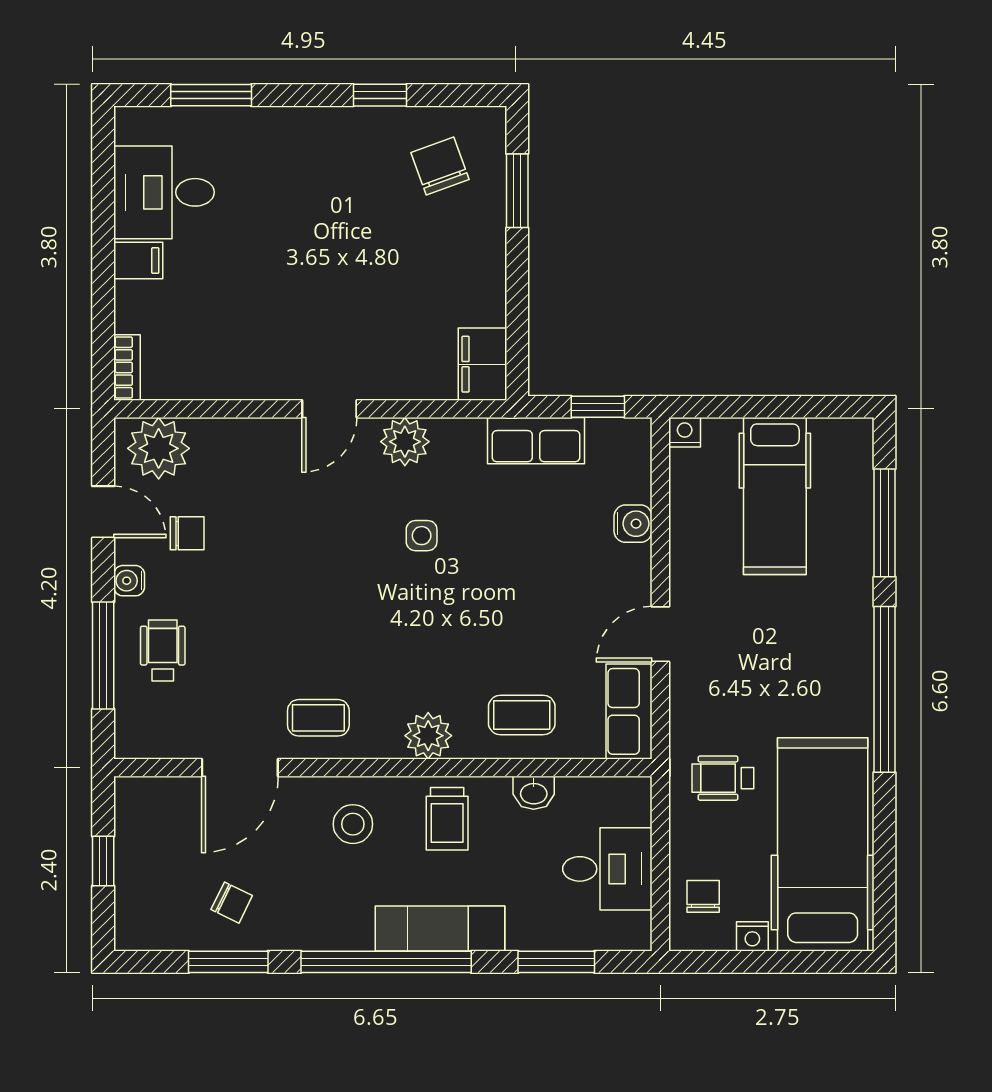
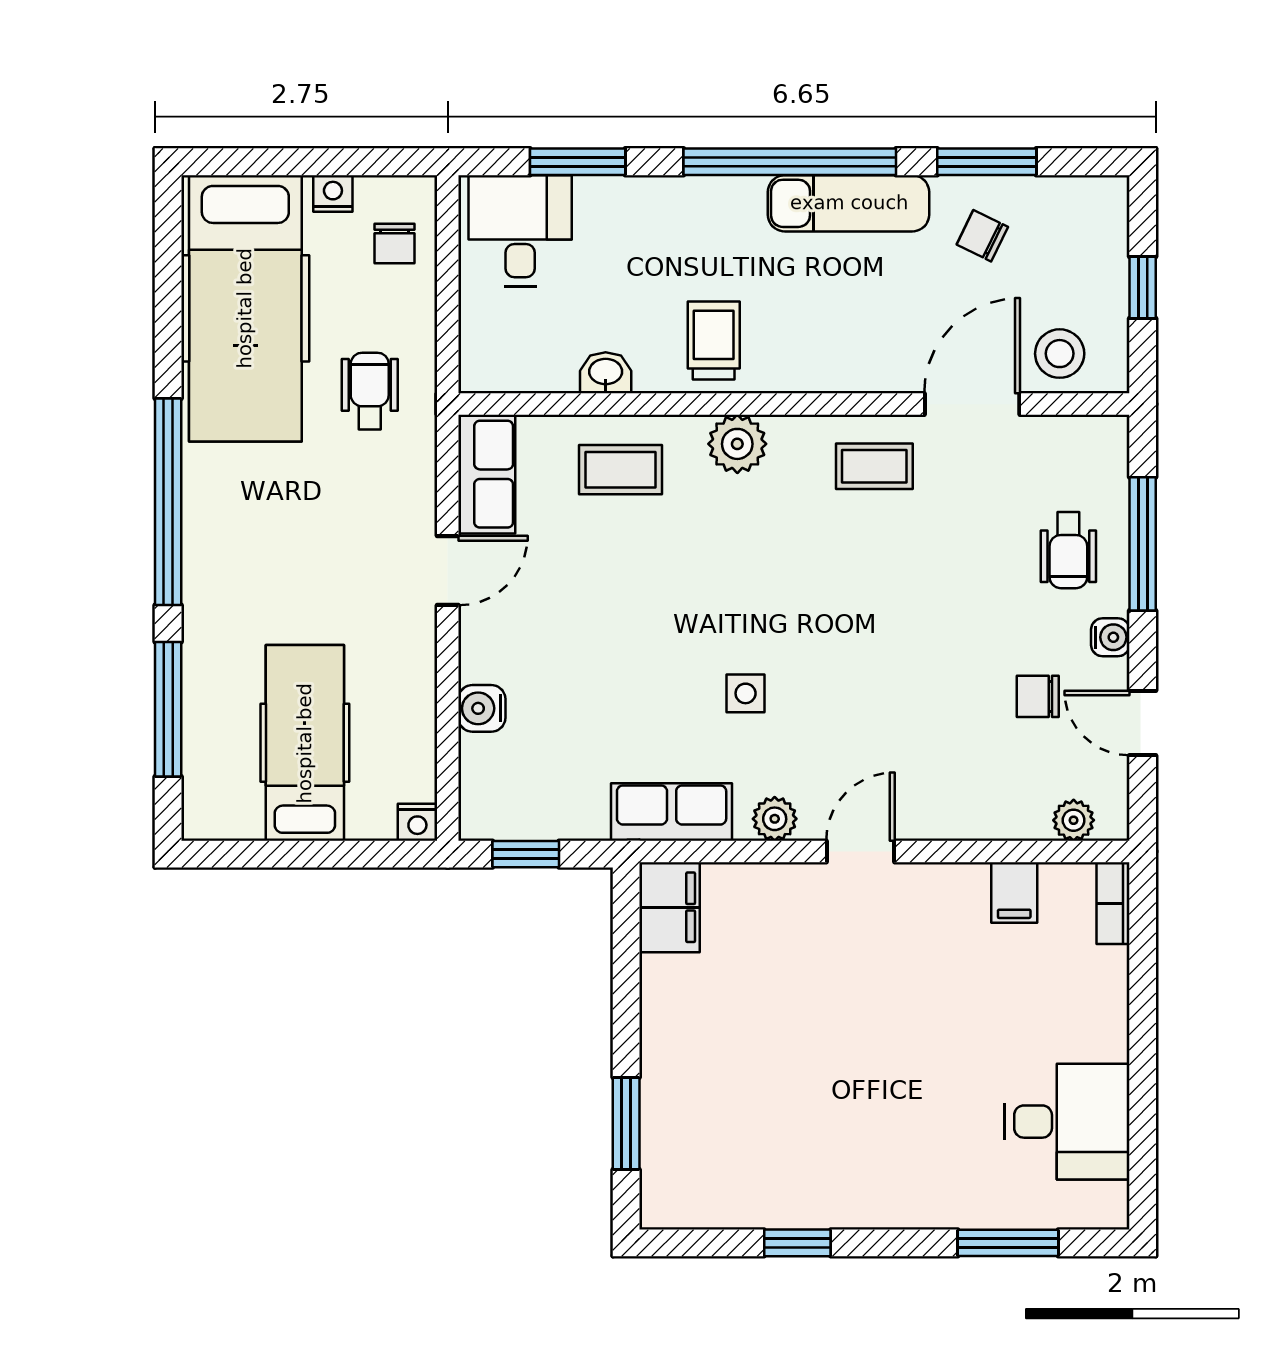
chair: (440, 166) -> (723, 1154), removed
filing cabinet: (138, 261) -> (1014, 892), moved, turned -90
row of seats: (536, 441) -> (672, 812), moved
plant: (405, 442) -> (775, 819), width x0.73, depth x0.73
plant: (159, 448) -> (1074, 820), width x0.53, depth x0.53
wheelchair: (723, 778) -> (370, 391), turned -90
stool: (353, 824) -> (1060, 354), moved
desk: (607, 869) -> (520, 231), moved, turned 90
exam couch: (440, 929) -> (849, 203), moved

